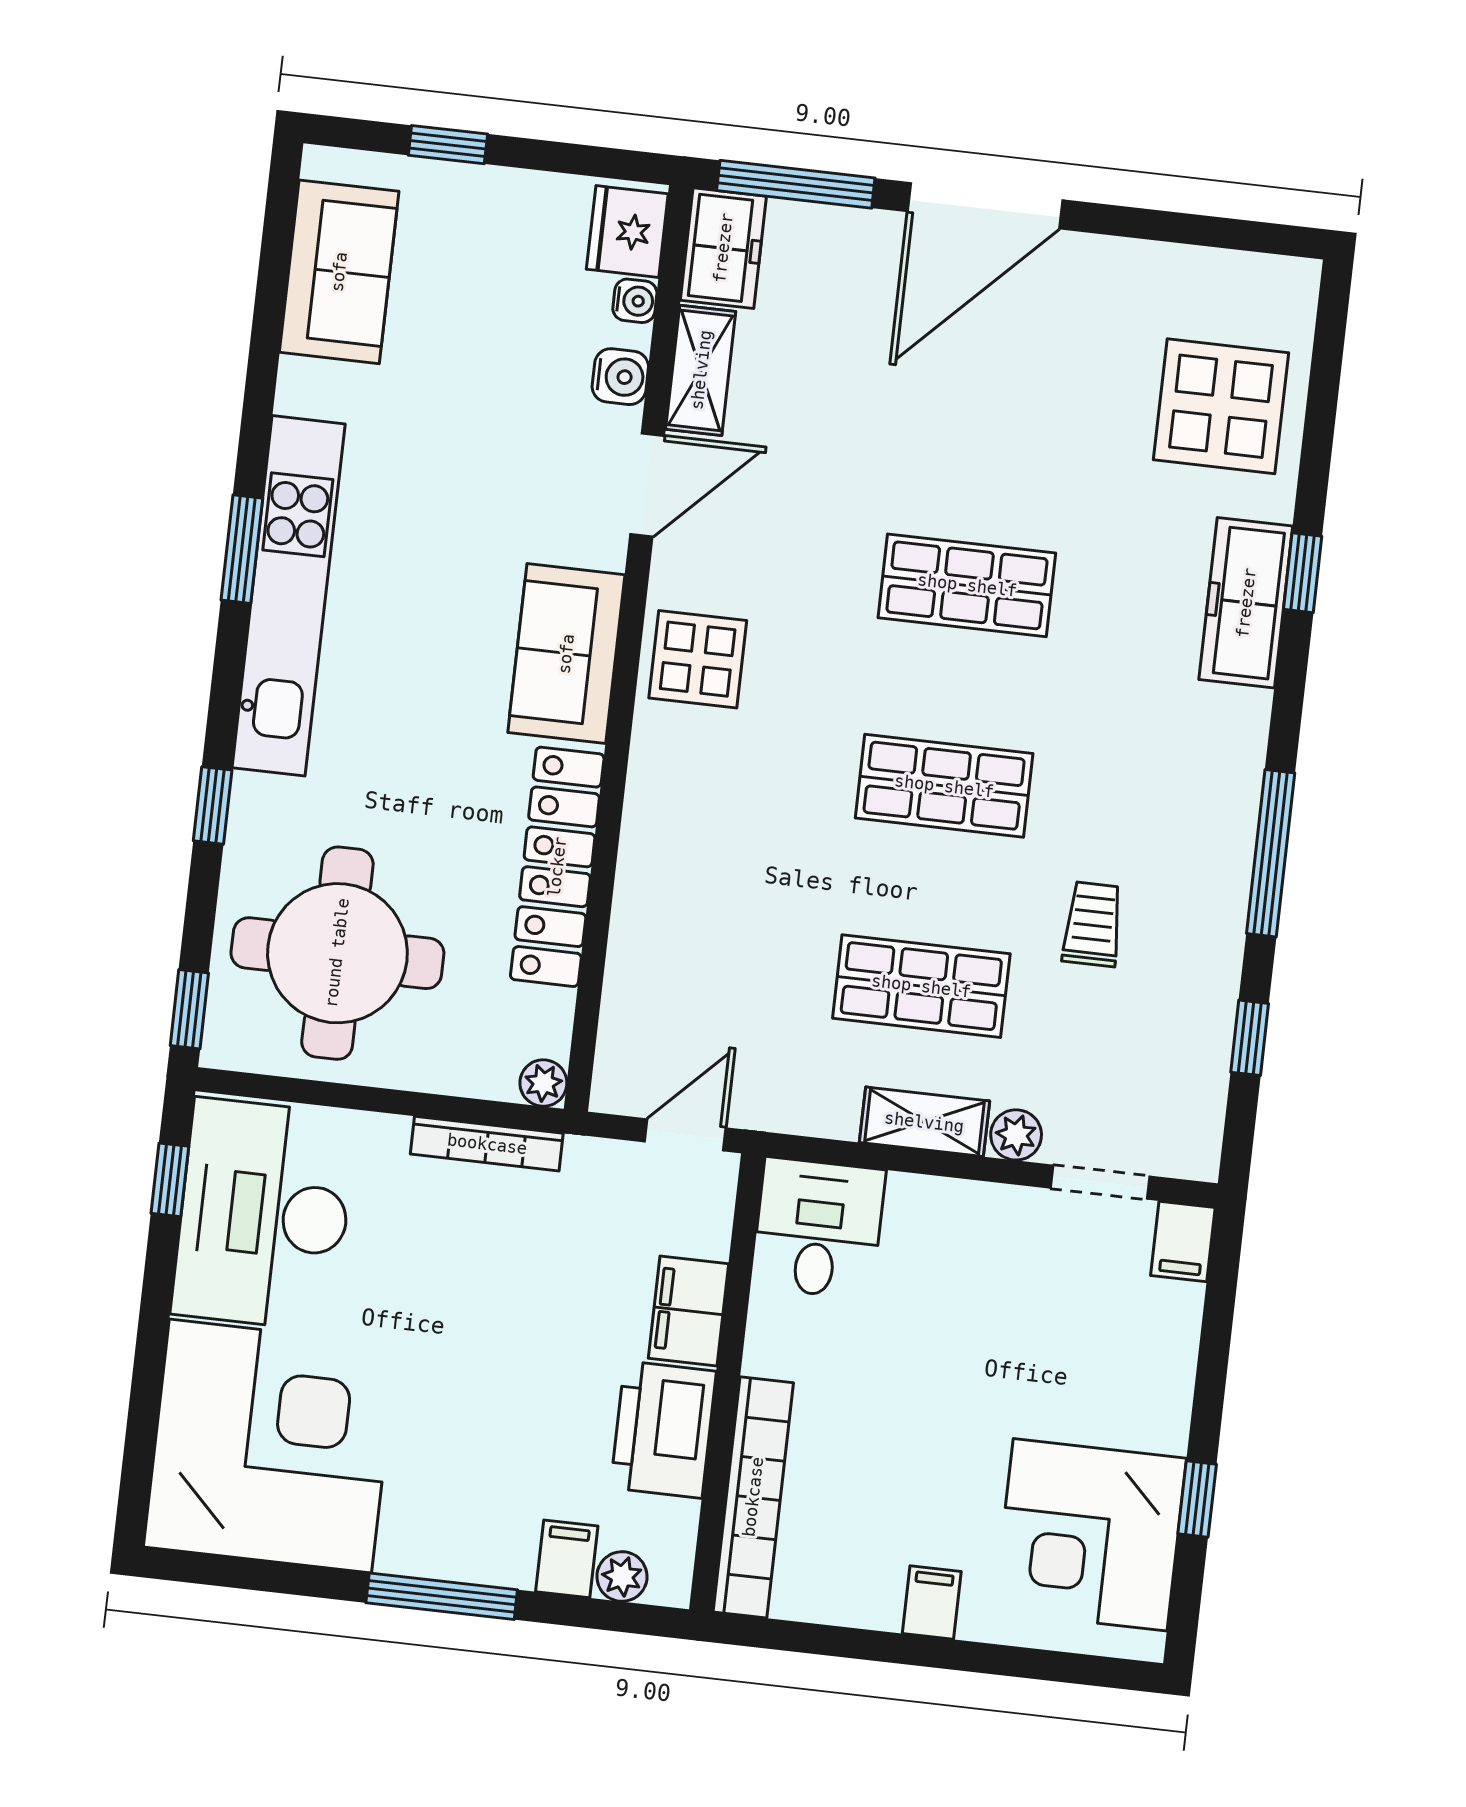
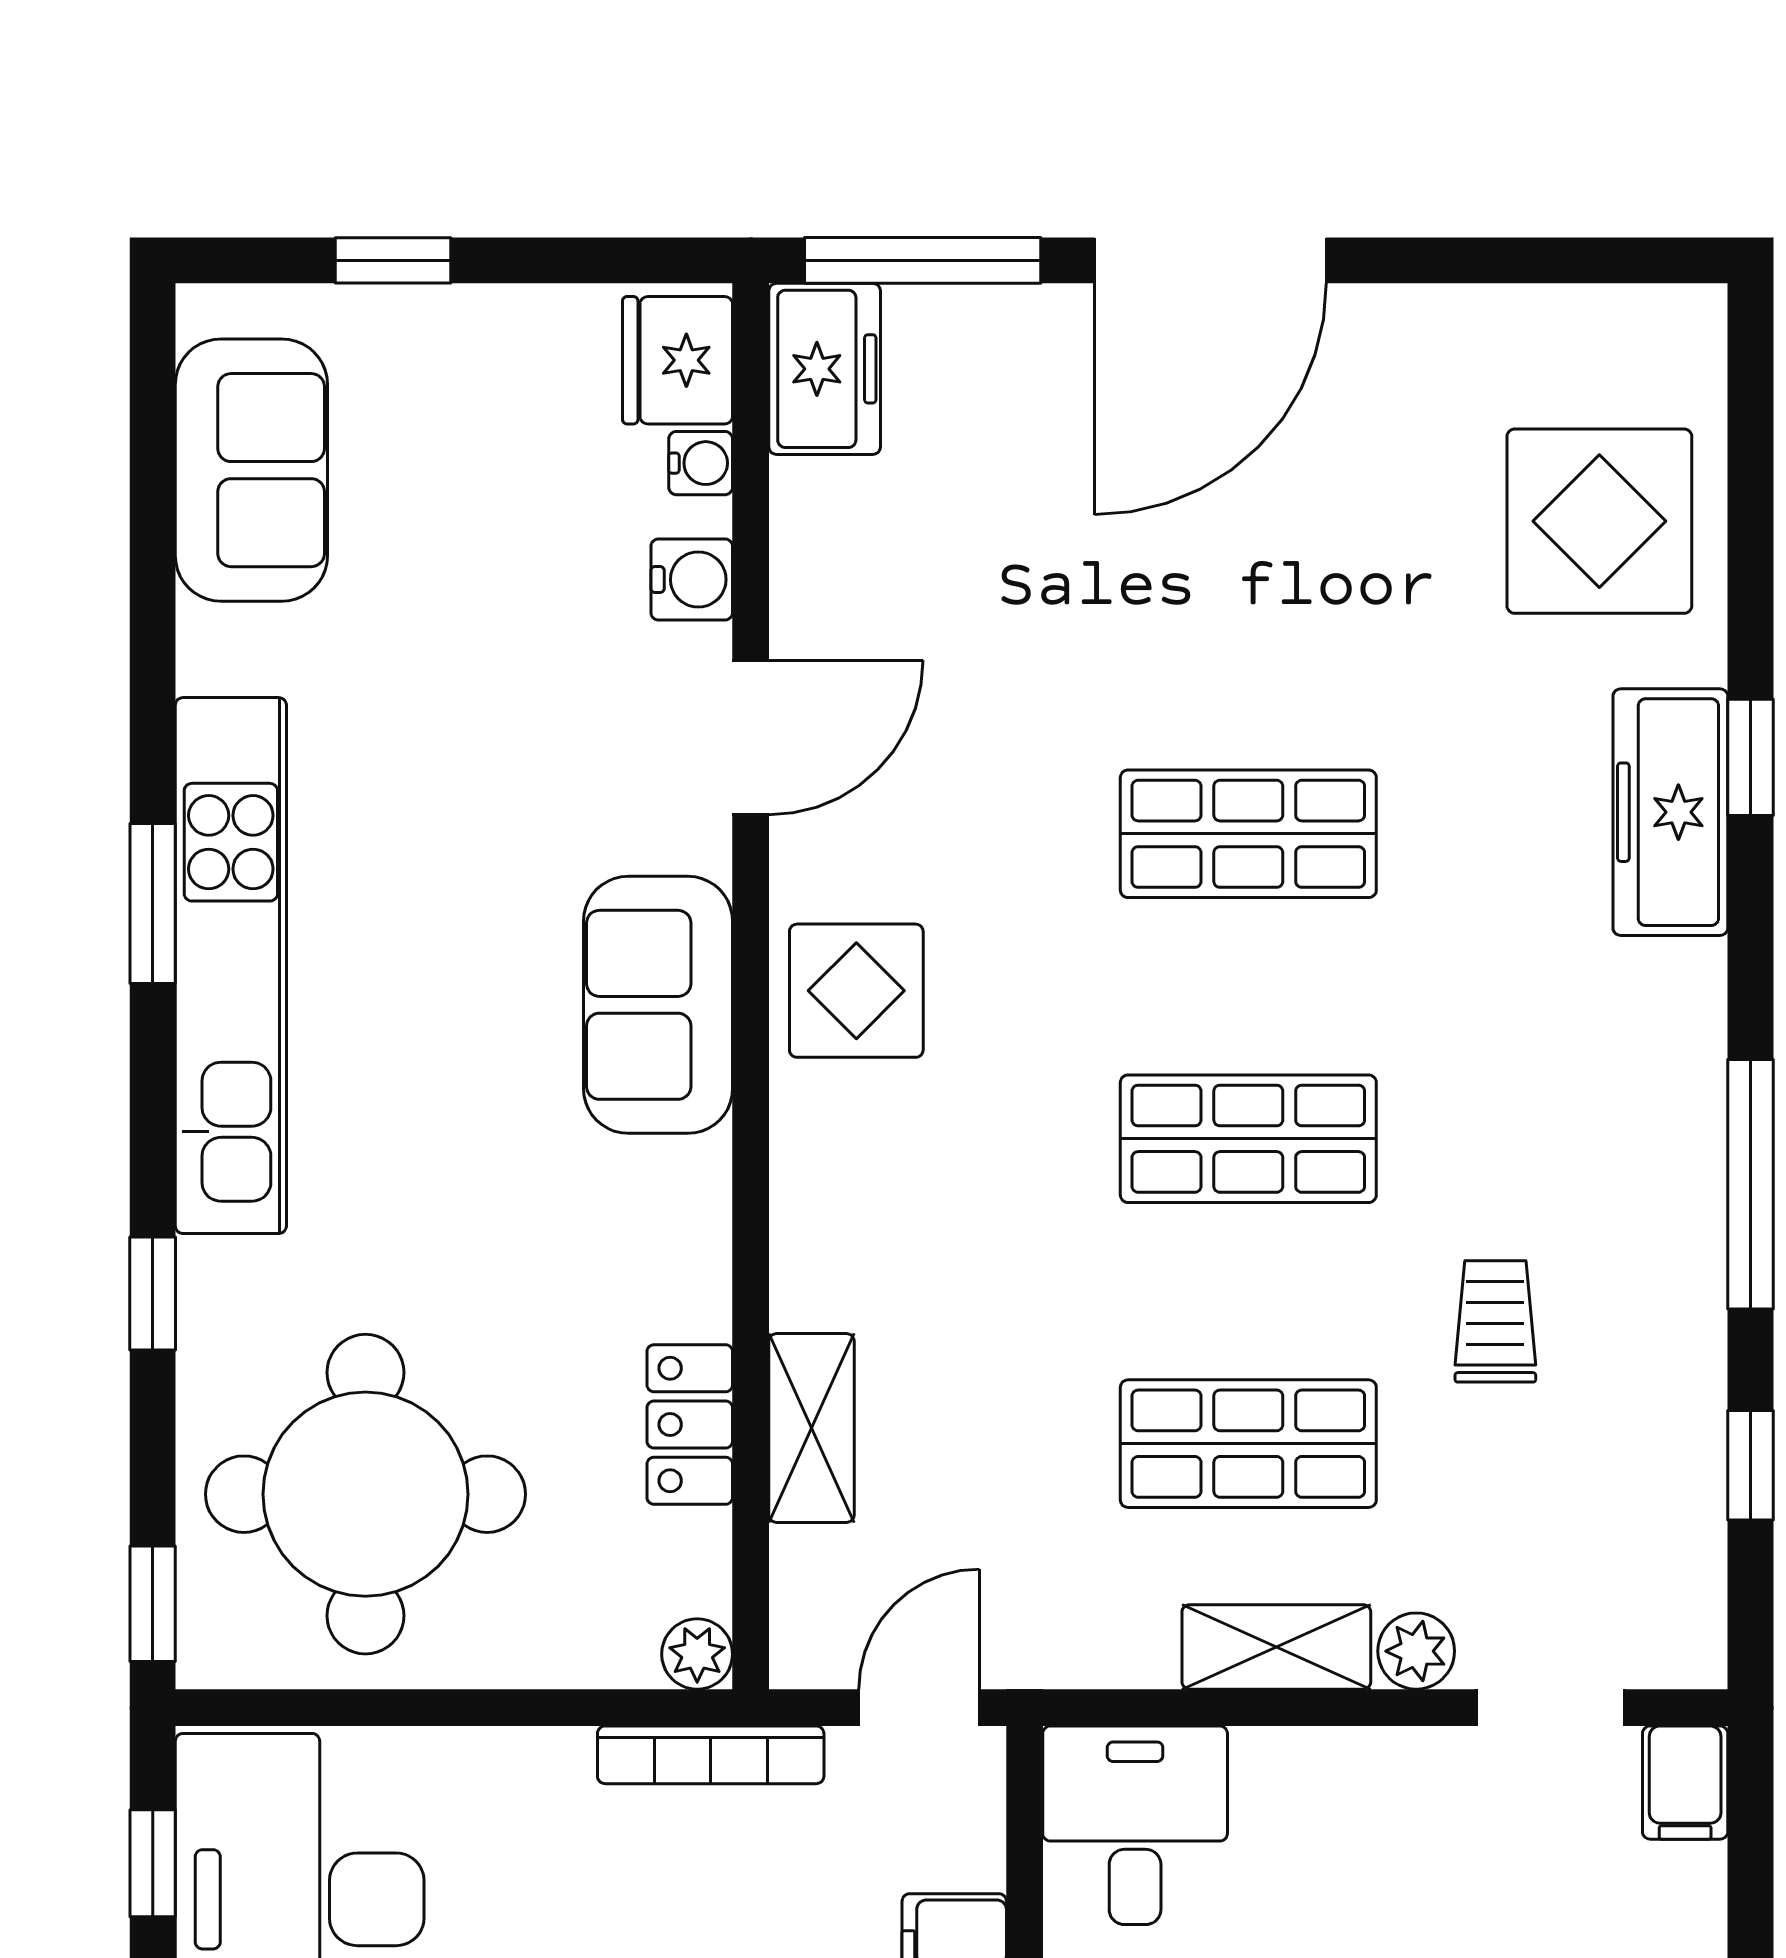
shelving: (701, 370) -> (811, 1428), moved
locker: (557, 867) -> (690, 1424), width x0.46, depth x0.83
bookcase: (487, 1144) -> (711, 1755), moved

